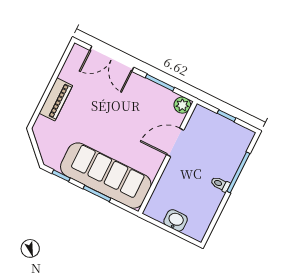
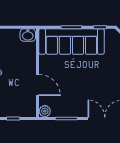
door: (175, 142) -> (38, 85), hinge flipped
washbasin: (176, 220) -> (28, 35), moved

